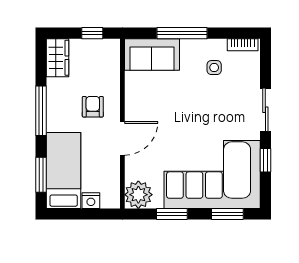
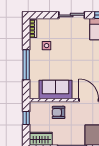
sofa: (152, 54) -> (56, 89), moved, turned -90
armchair: (93, 107) -> (59, 112), moved

